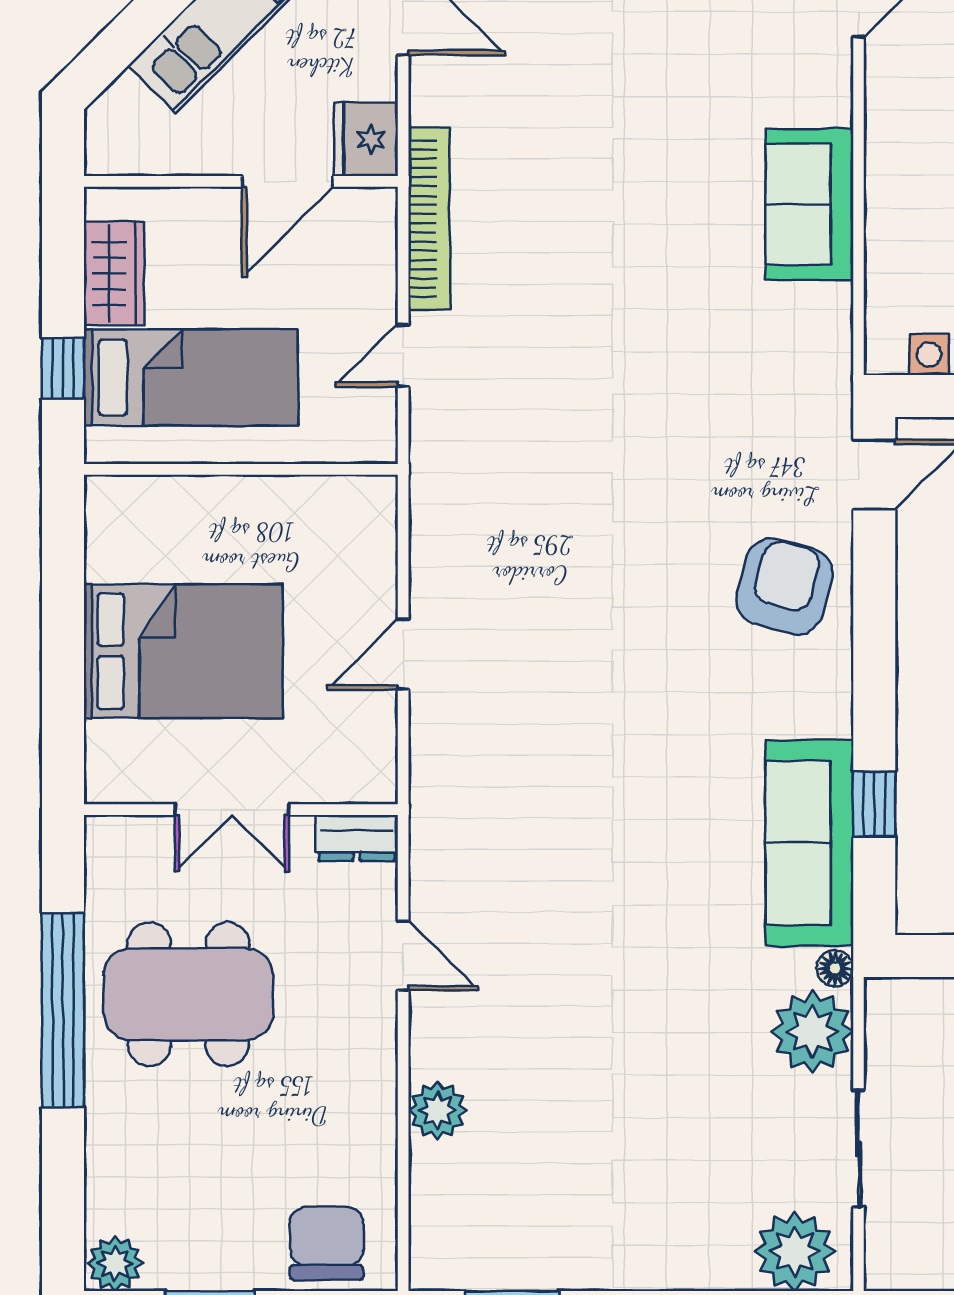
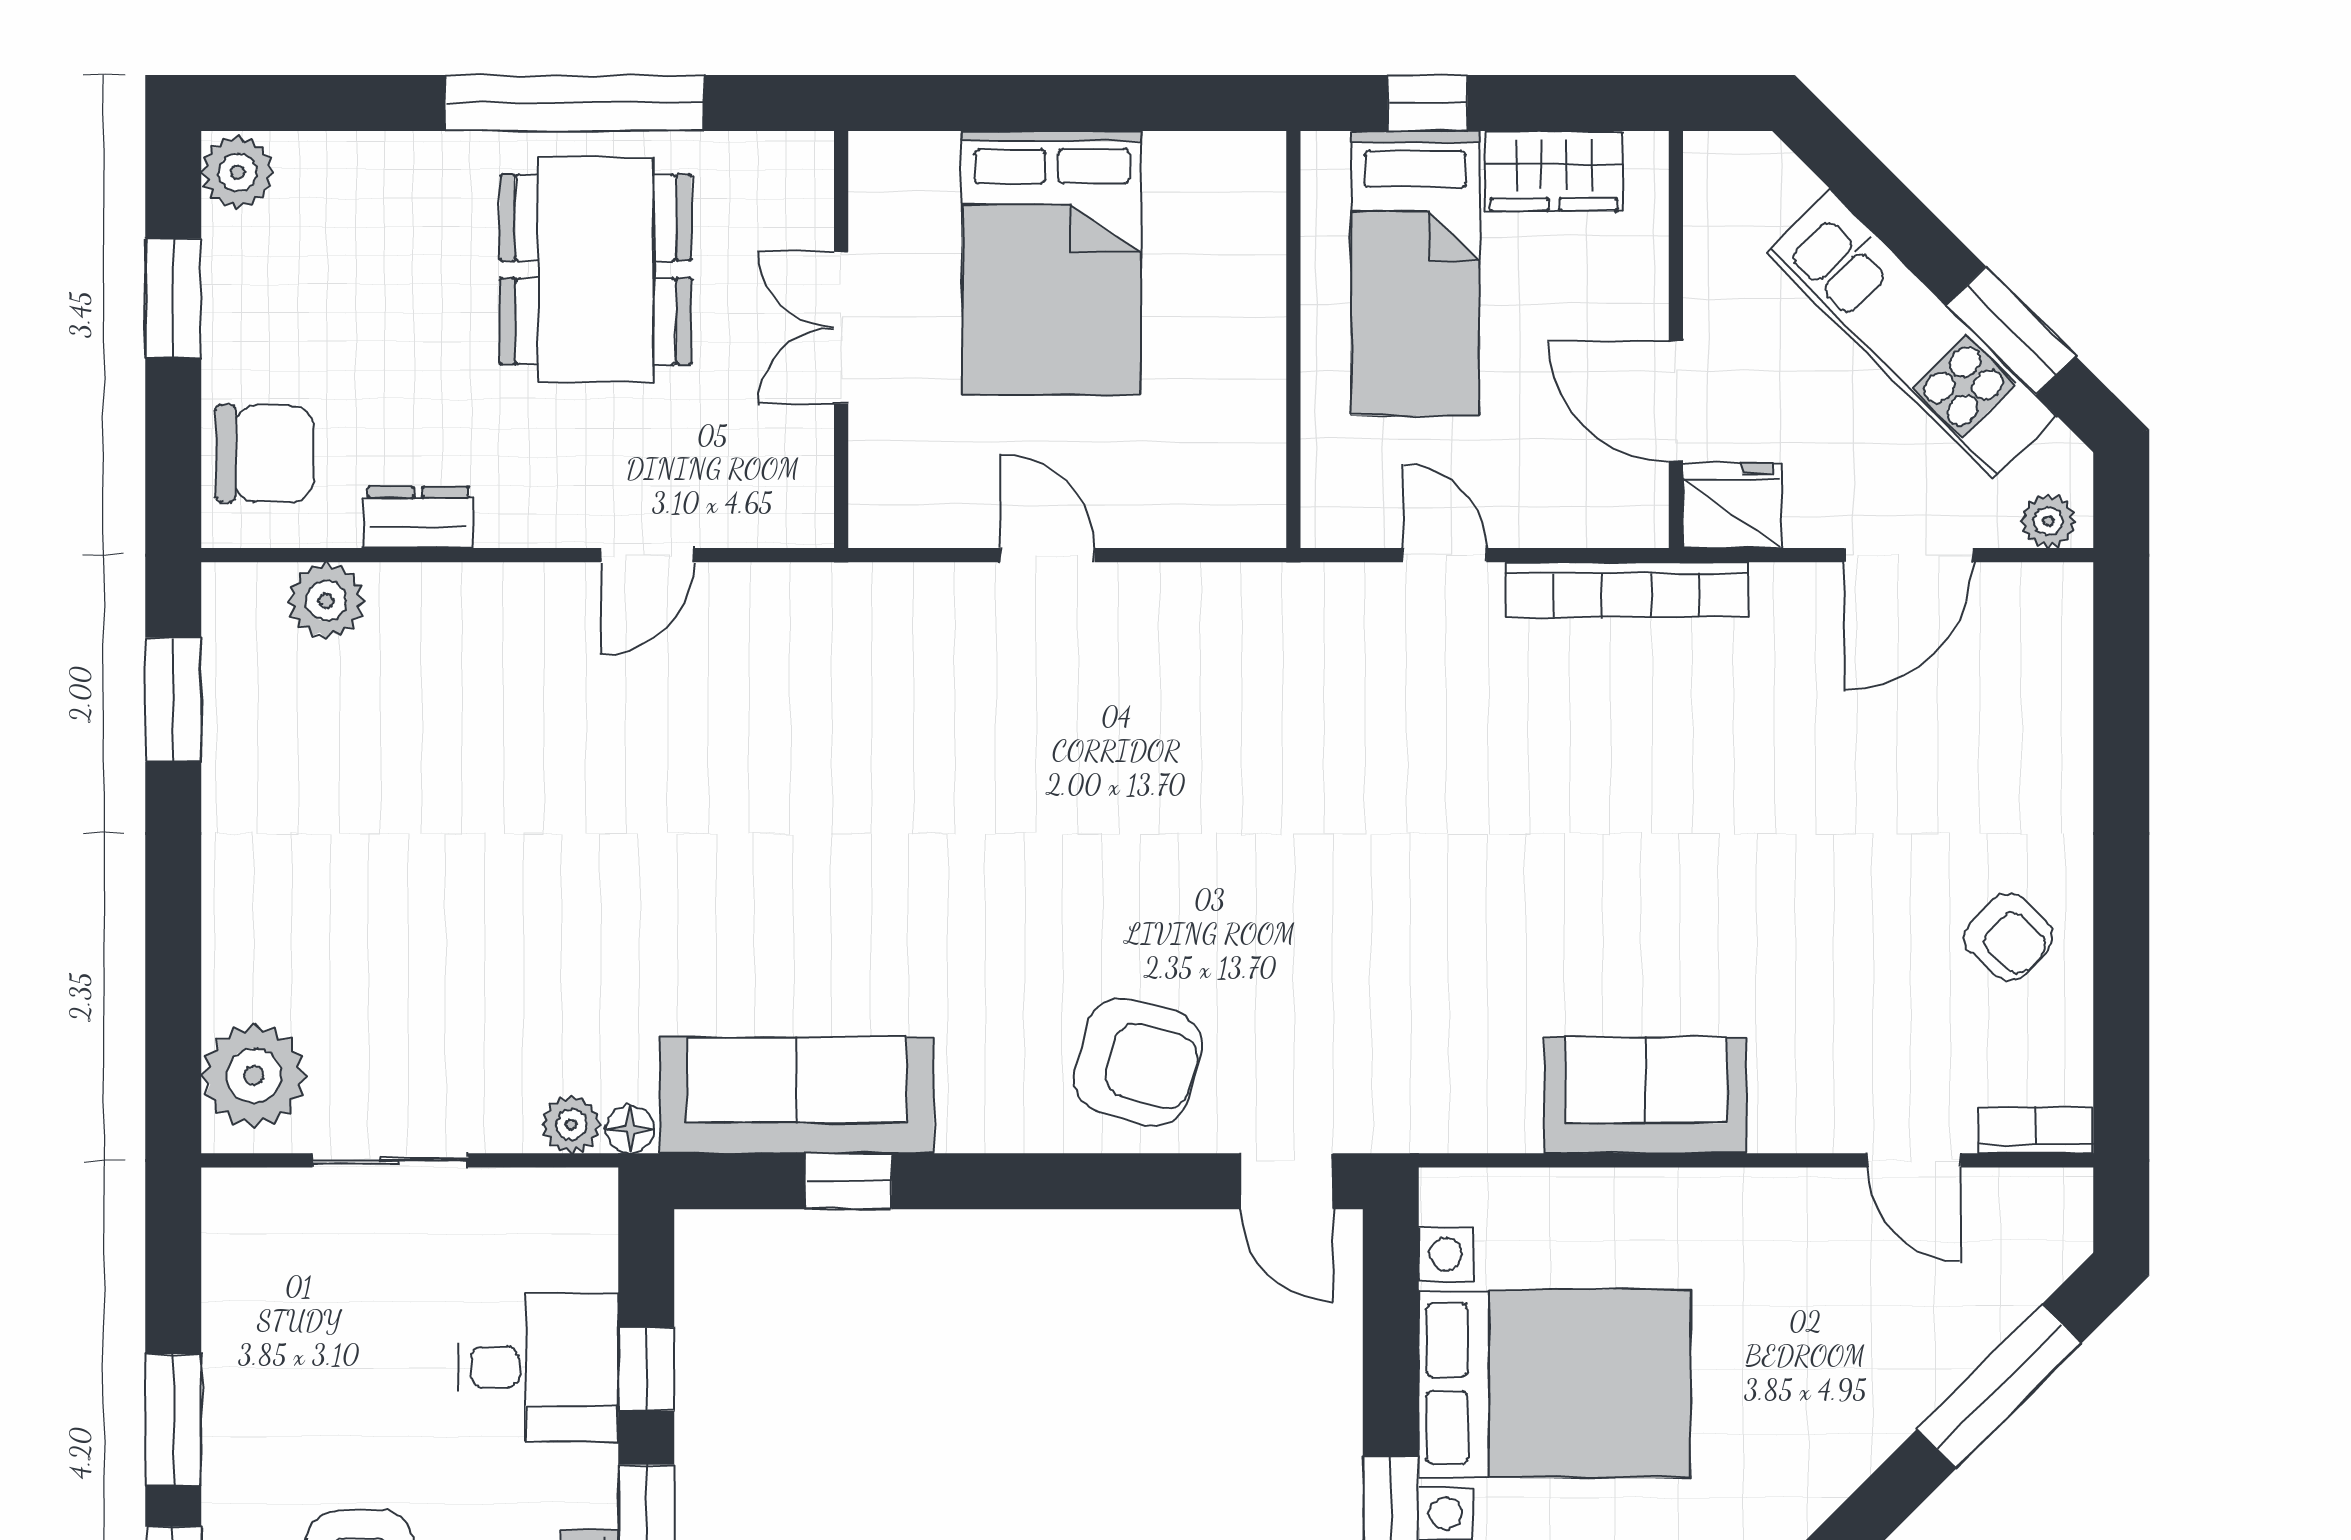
dresser: (357, 838) -> (418, 517), moved, turned 90
plant: (812, 1032) -> (571, 1124), width x0.53, depth x0.53
plant: (437, 1110) -> (326, 601), moved

